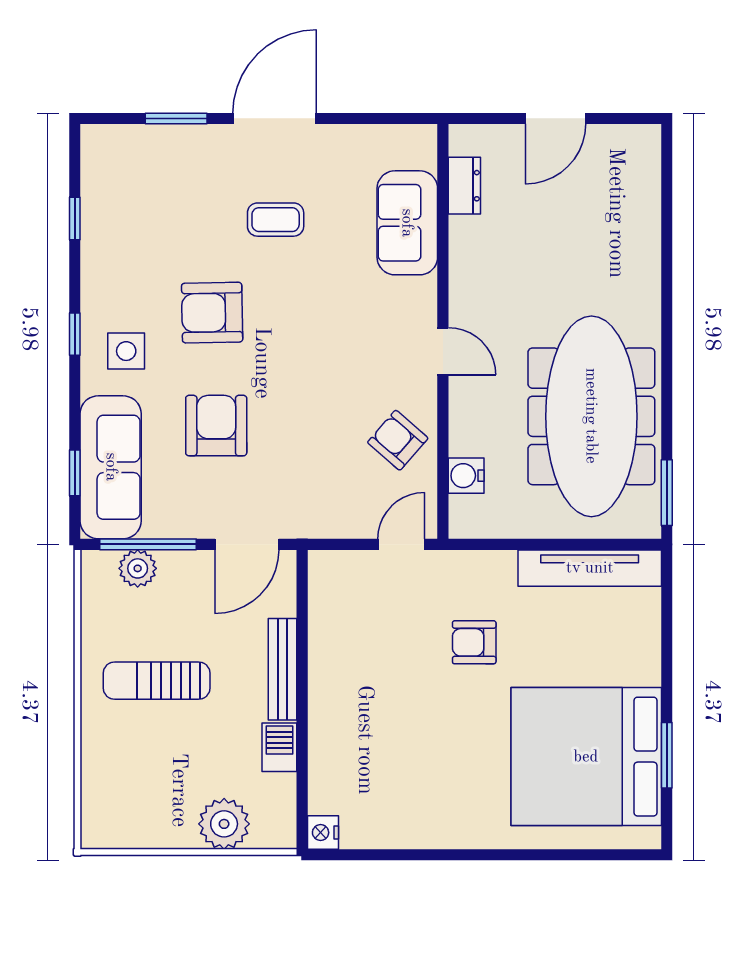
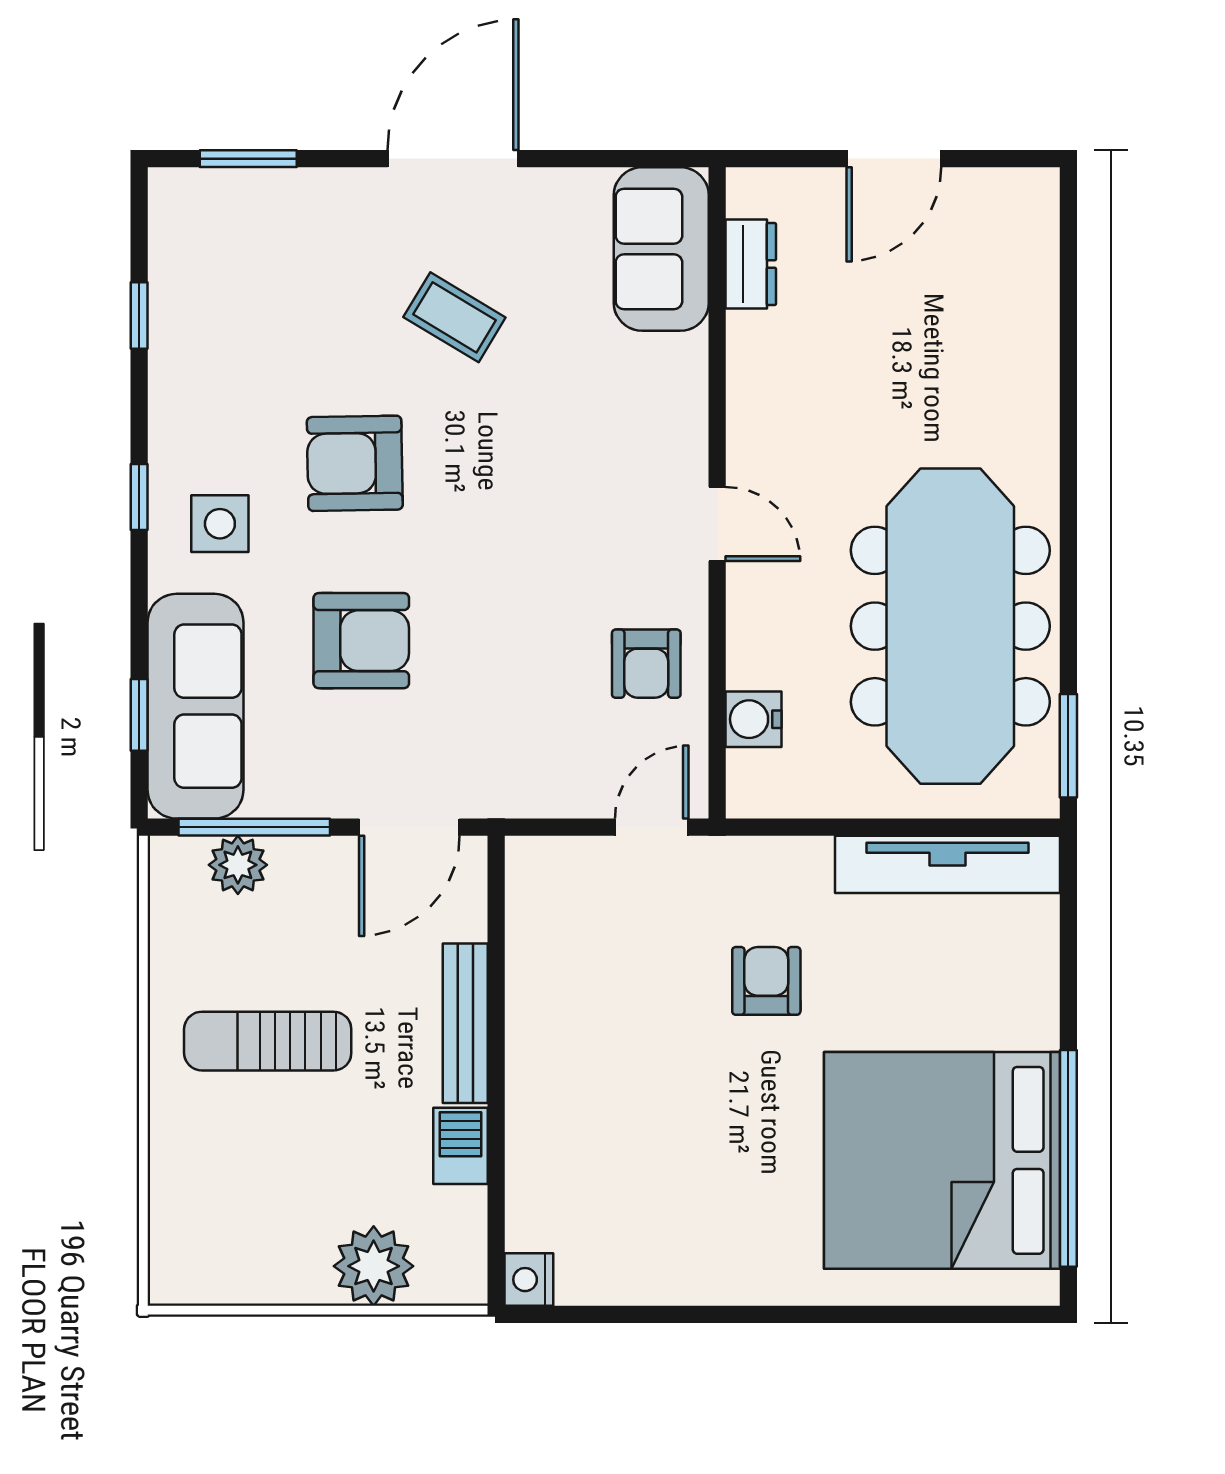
window: (176, 118) -> (248, 159), moved
coffee table: (276, 220) -> (454, 317), turned 31
sofa: (407, 223) -> (661, 249), moved
armchair: (216, 426) -> (361, 641), turned 90
armchair: (398, 440) -> (646, 664), turned -131
armchair: (474, 642) -> (766, 981), turned 90
window: (667, 755) -> (1068, 1158), width x2.11

